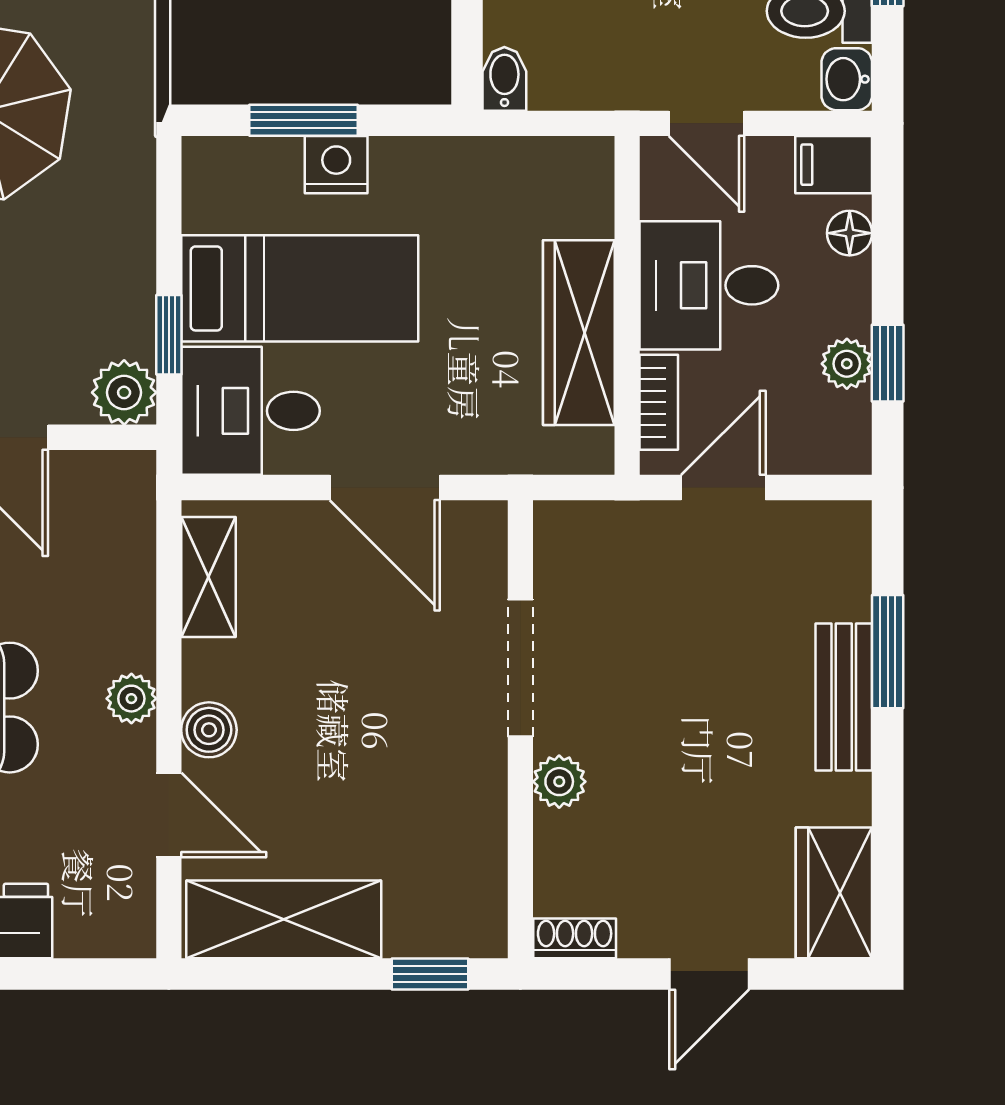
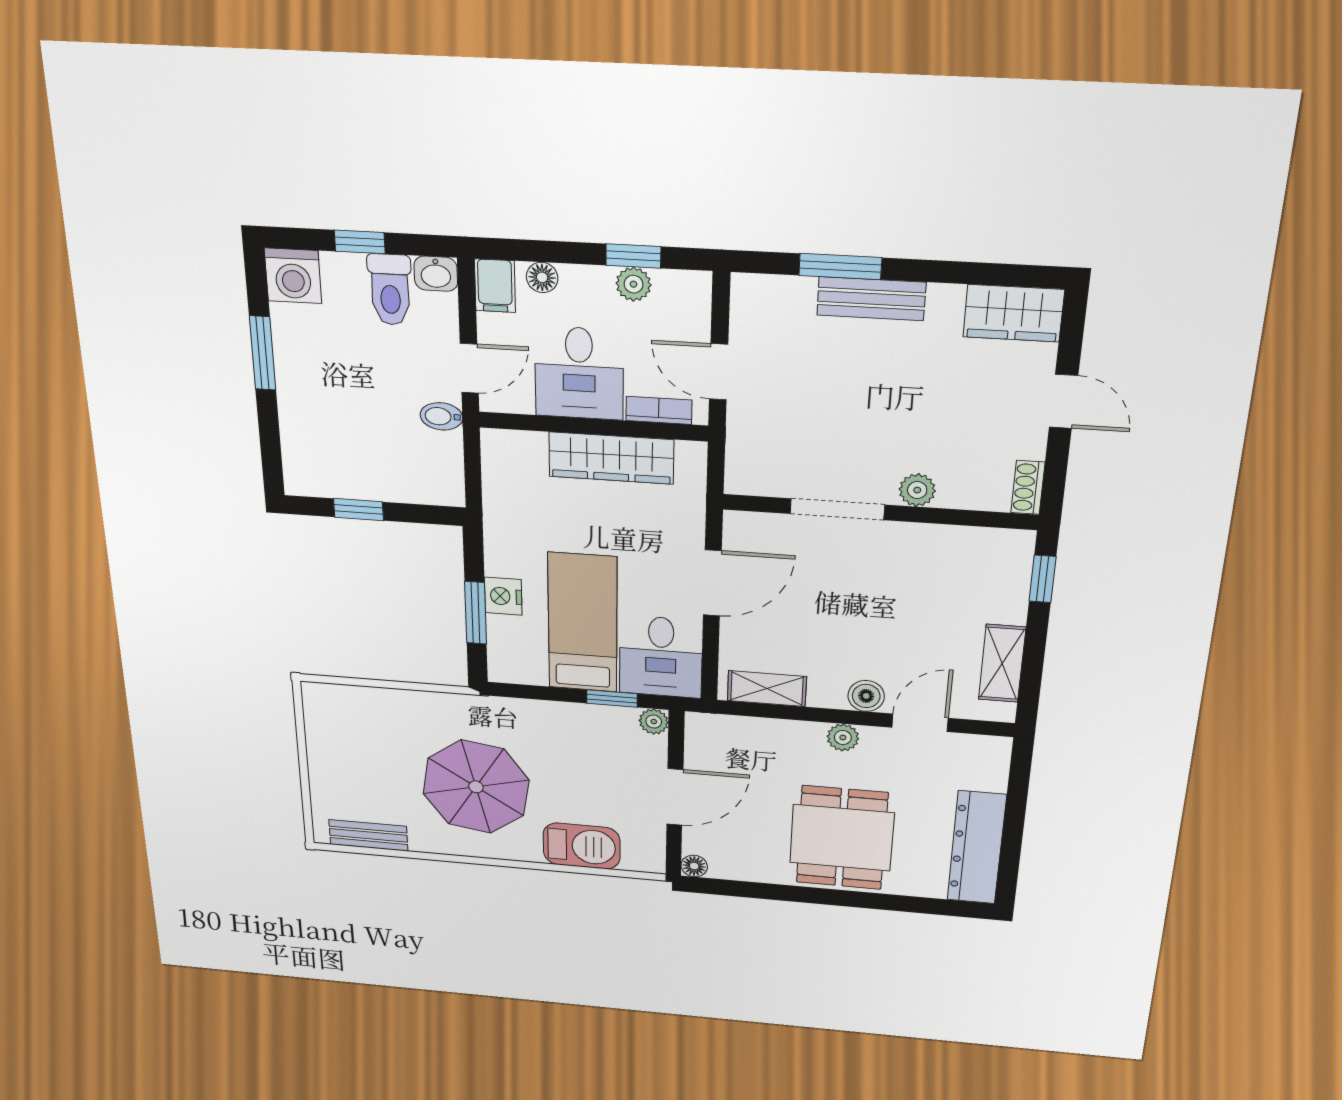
bidet: (504, 79) -> (441, 416), moved
plant: (124, 392) -> (654, 722), width x0.73, depth x0.73
shelving: (284, 919) -> (1002, 663), width x0.67, depth x0.75

